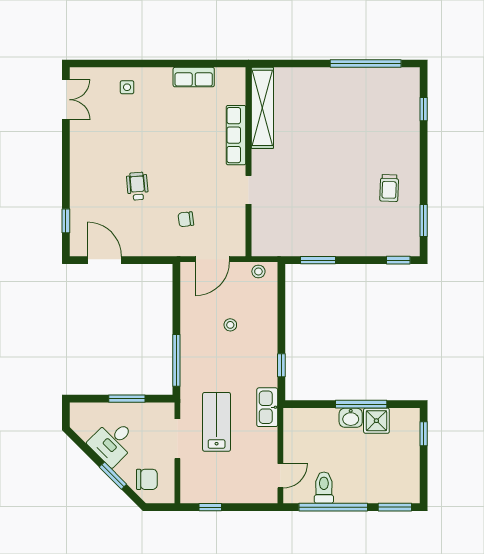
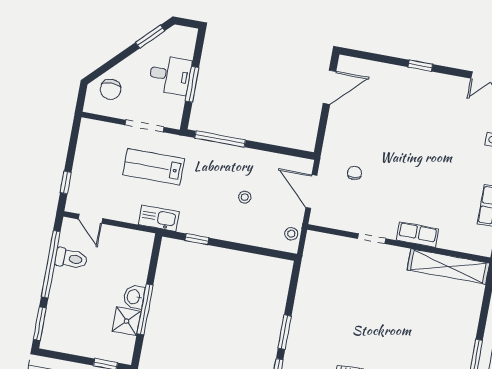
row of seats: (236, 135) -> (417, 235), width x0.68
wheelchair: (137, 186) -> (395, 132), removed
window: (66, 221) -> (420, 66), moved
window: (318, 260) -> (285, 332), moved
lab bench: (217, 422) -> (154, 167), turned 180
desk: (113, 442) -> (170, 75), moved, turned 135
window: (113, 476) -> (150, 37), moved
window: (210, 507) -> (66, 182), moved

